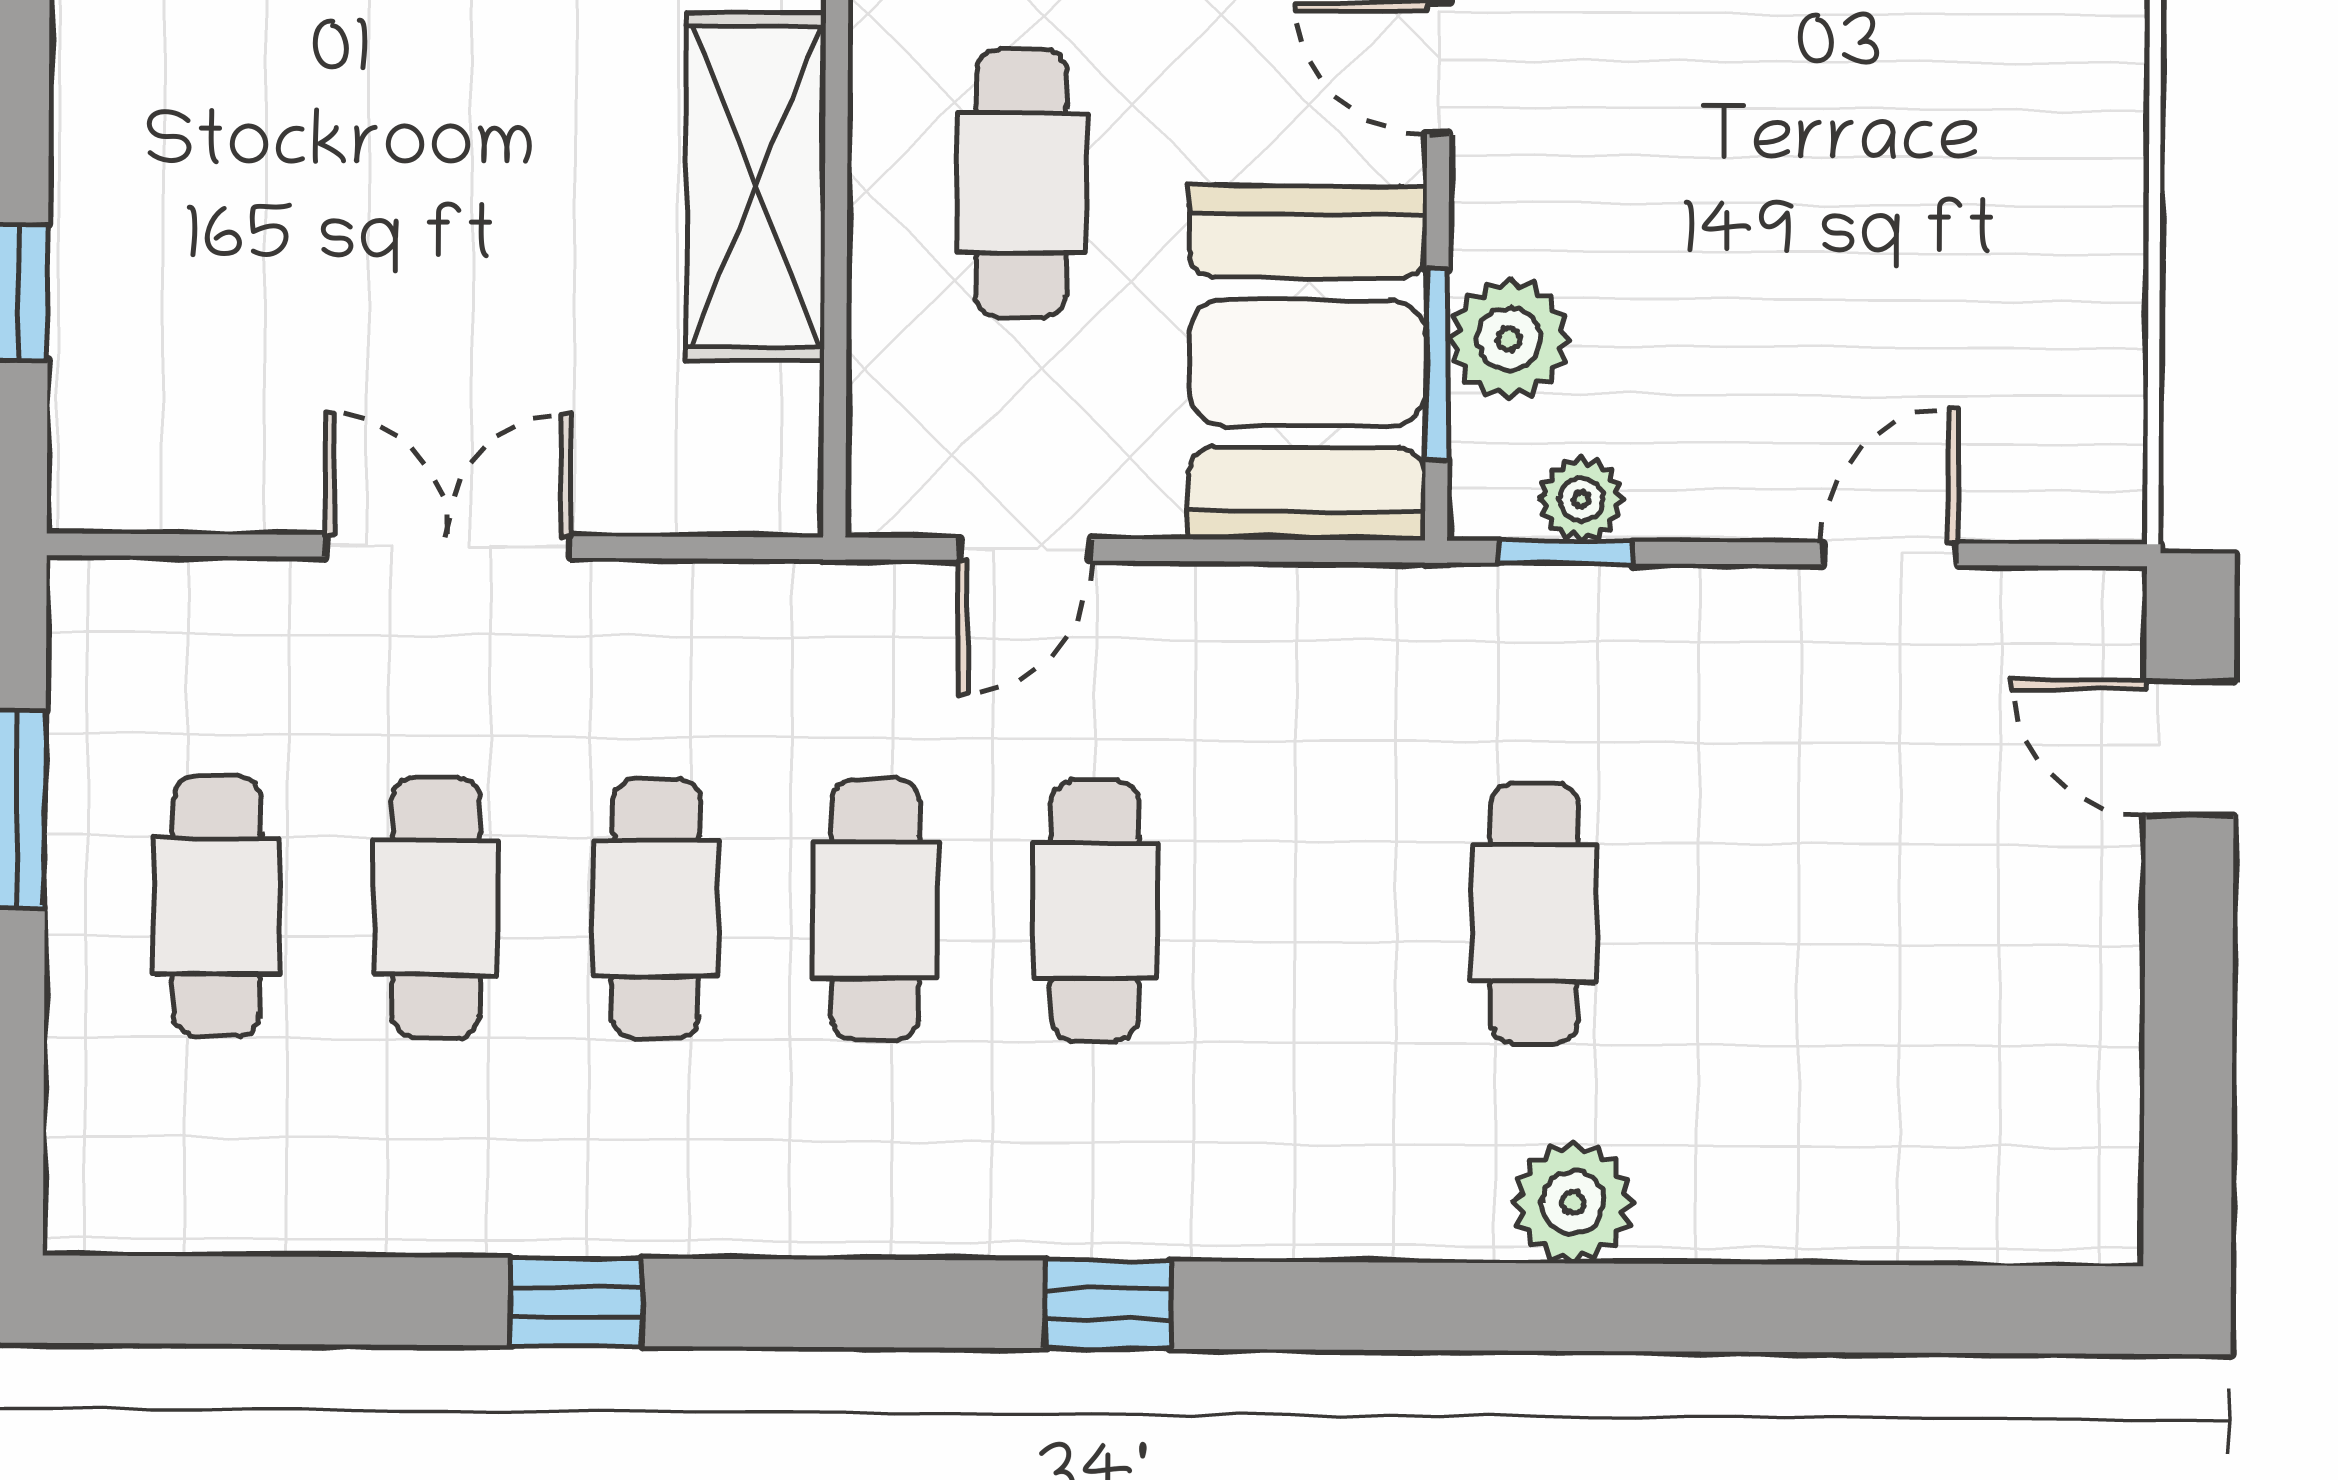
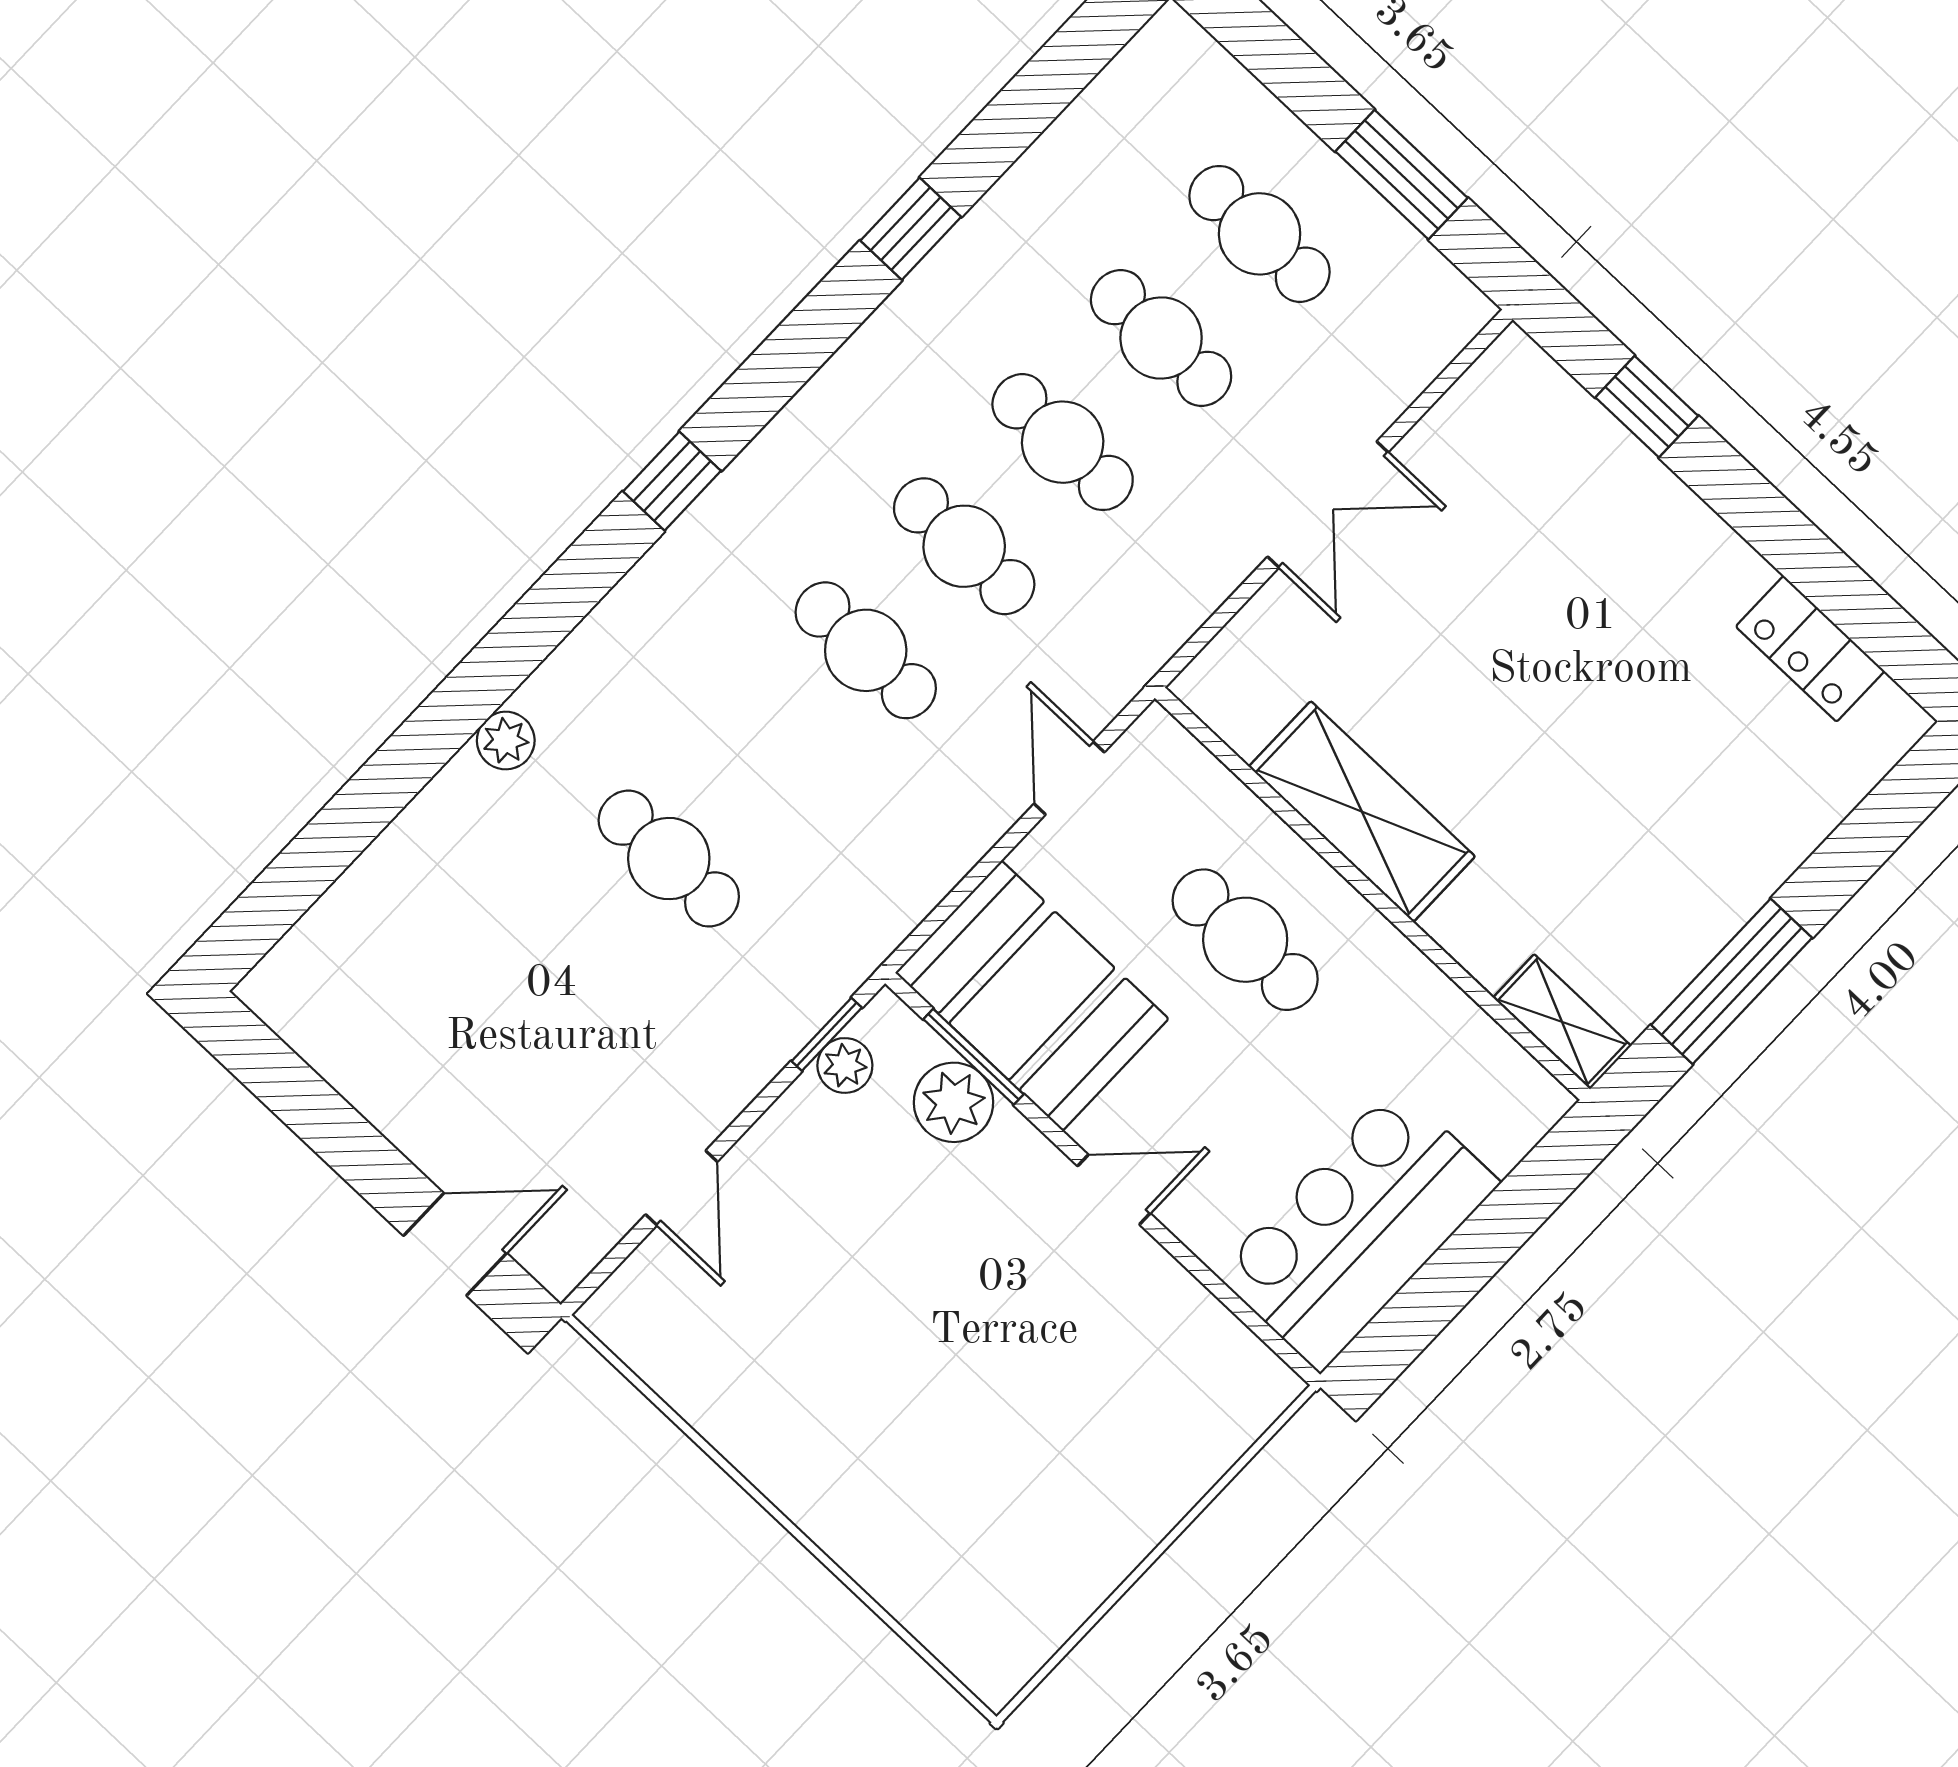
plant: (1573, 1203) -> (506, 741), width x0.73, depth x0.73

